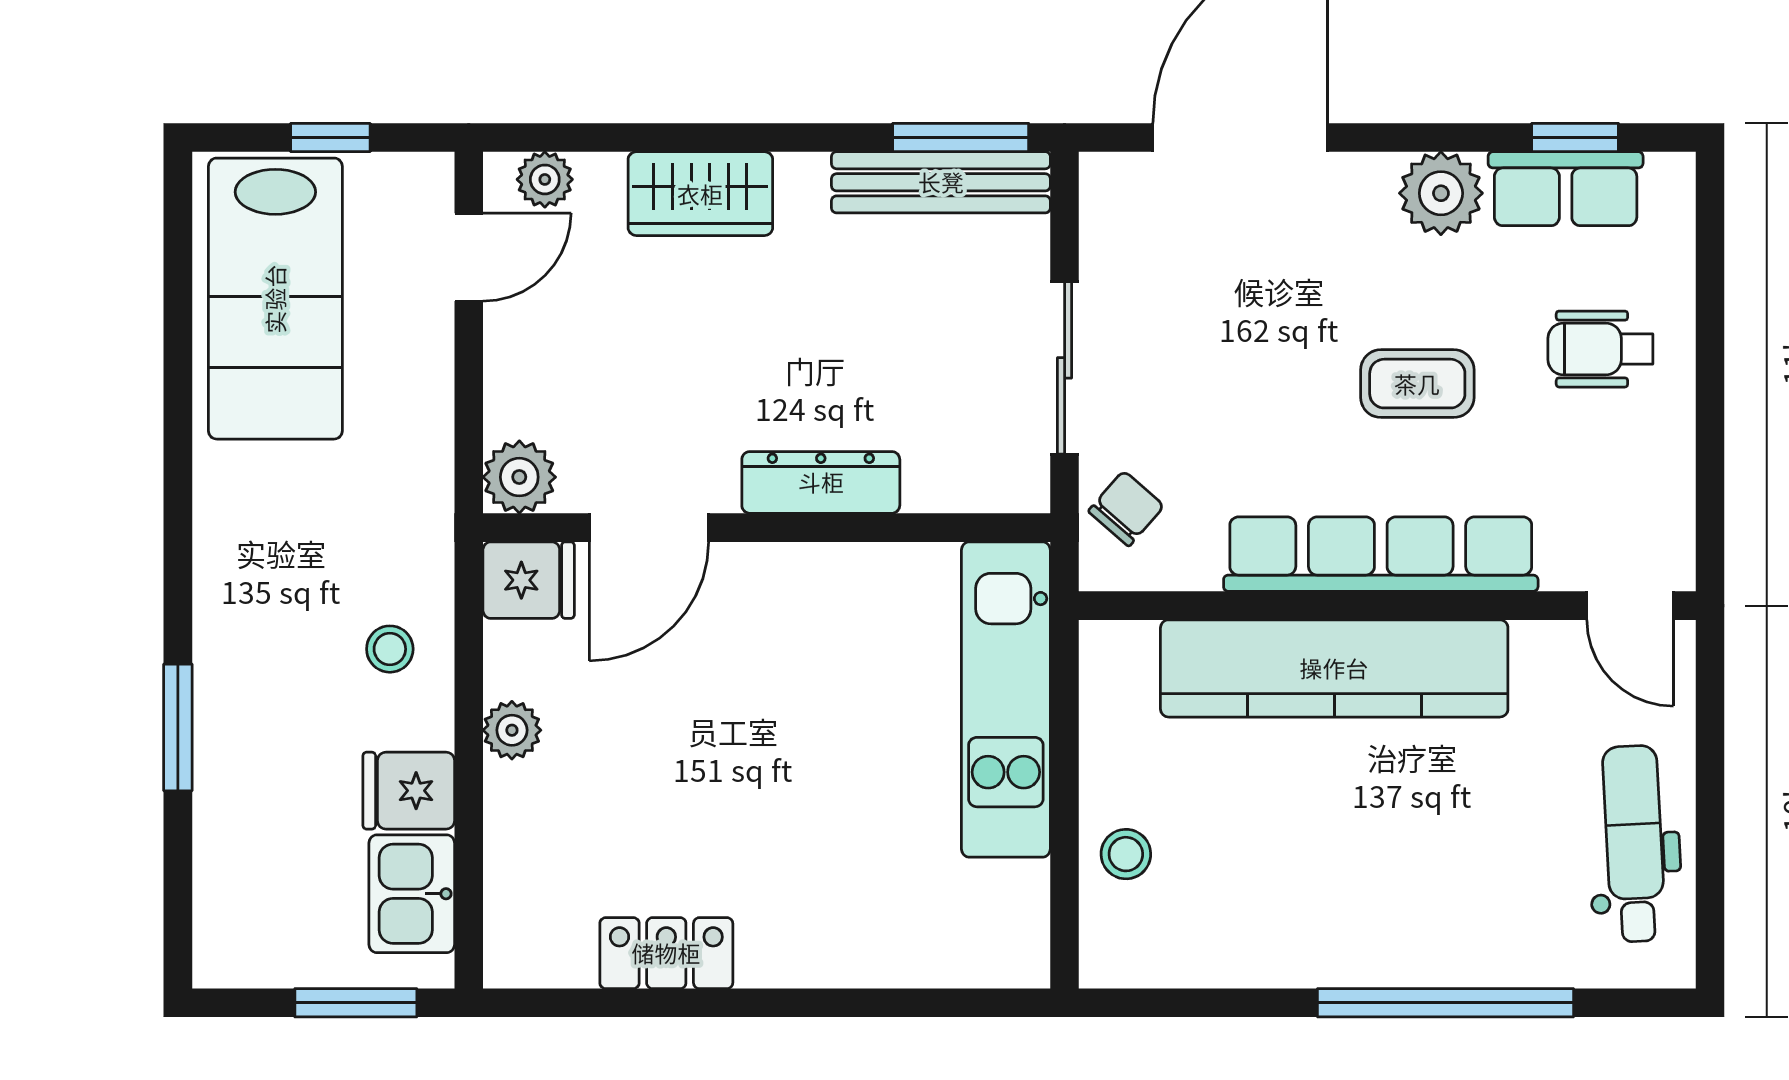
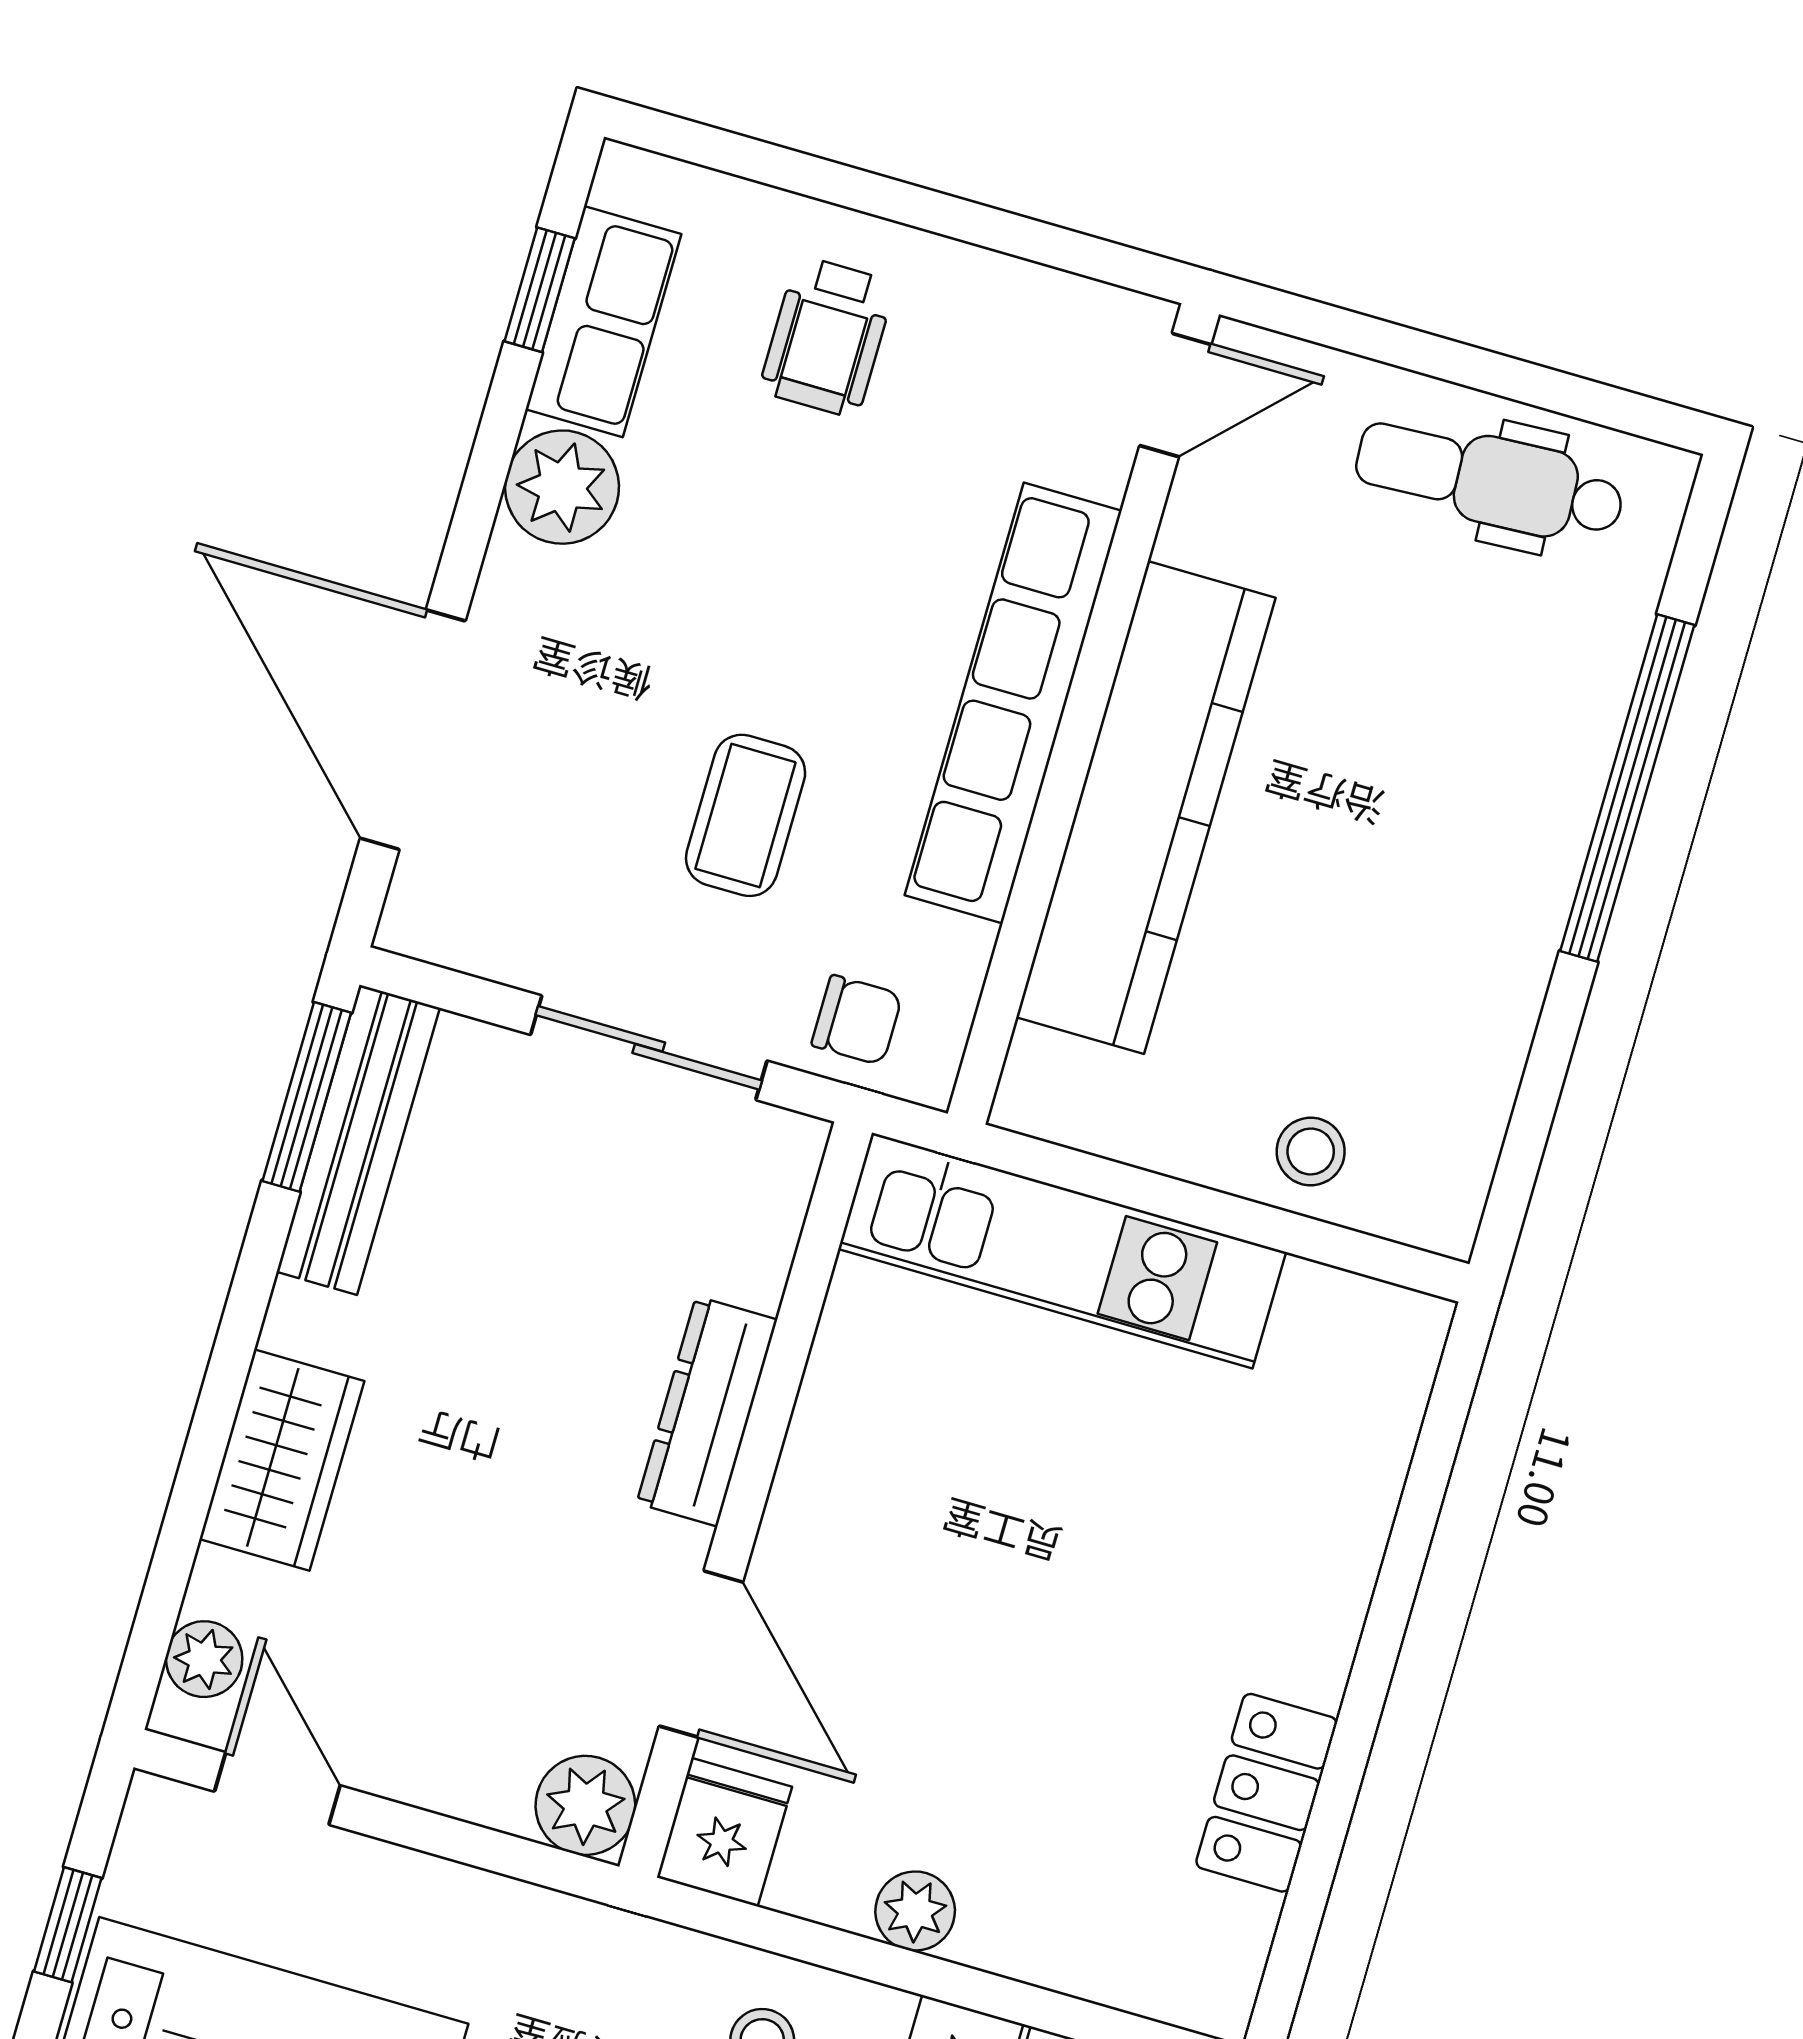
coffee table: (1417, 384) -> (746, 815), moved
chair: (1126, 508) -> (857, 1020), turned 139

